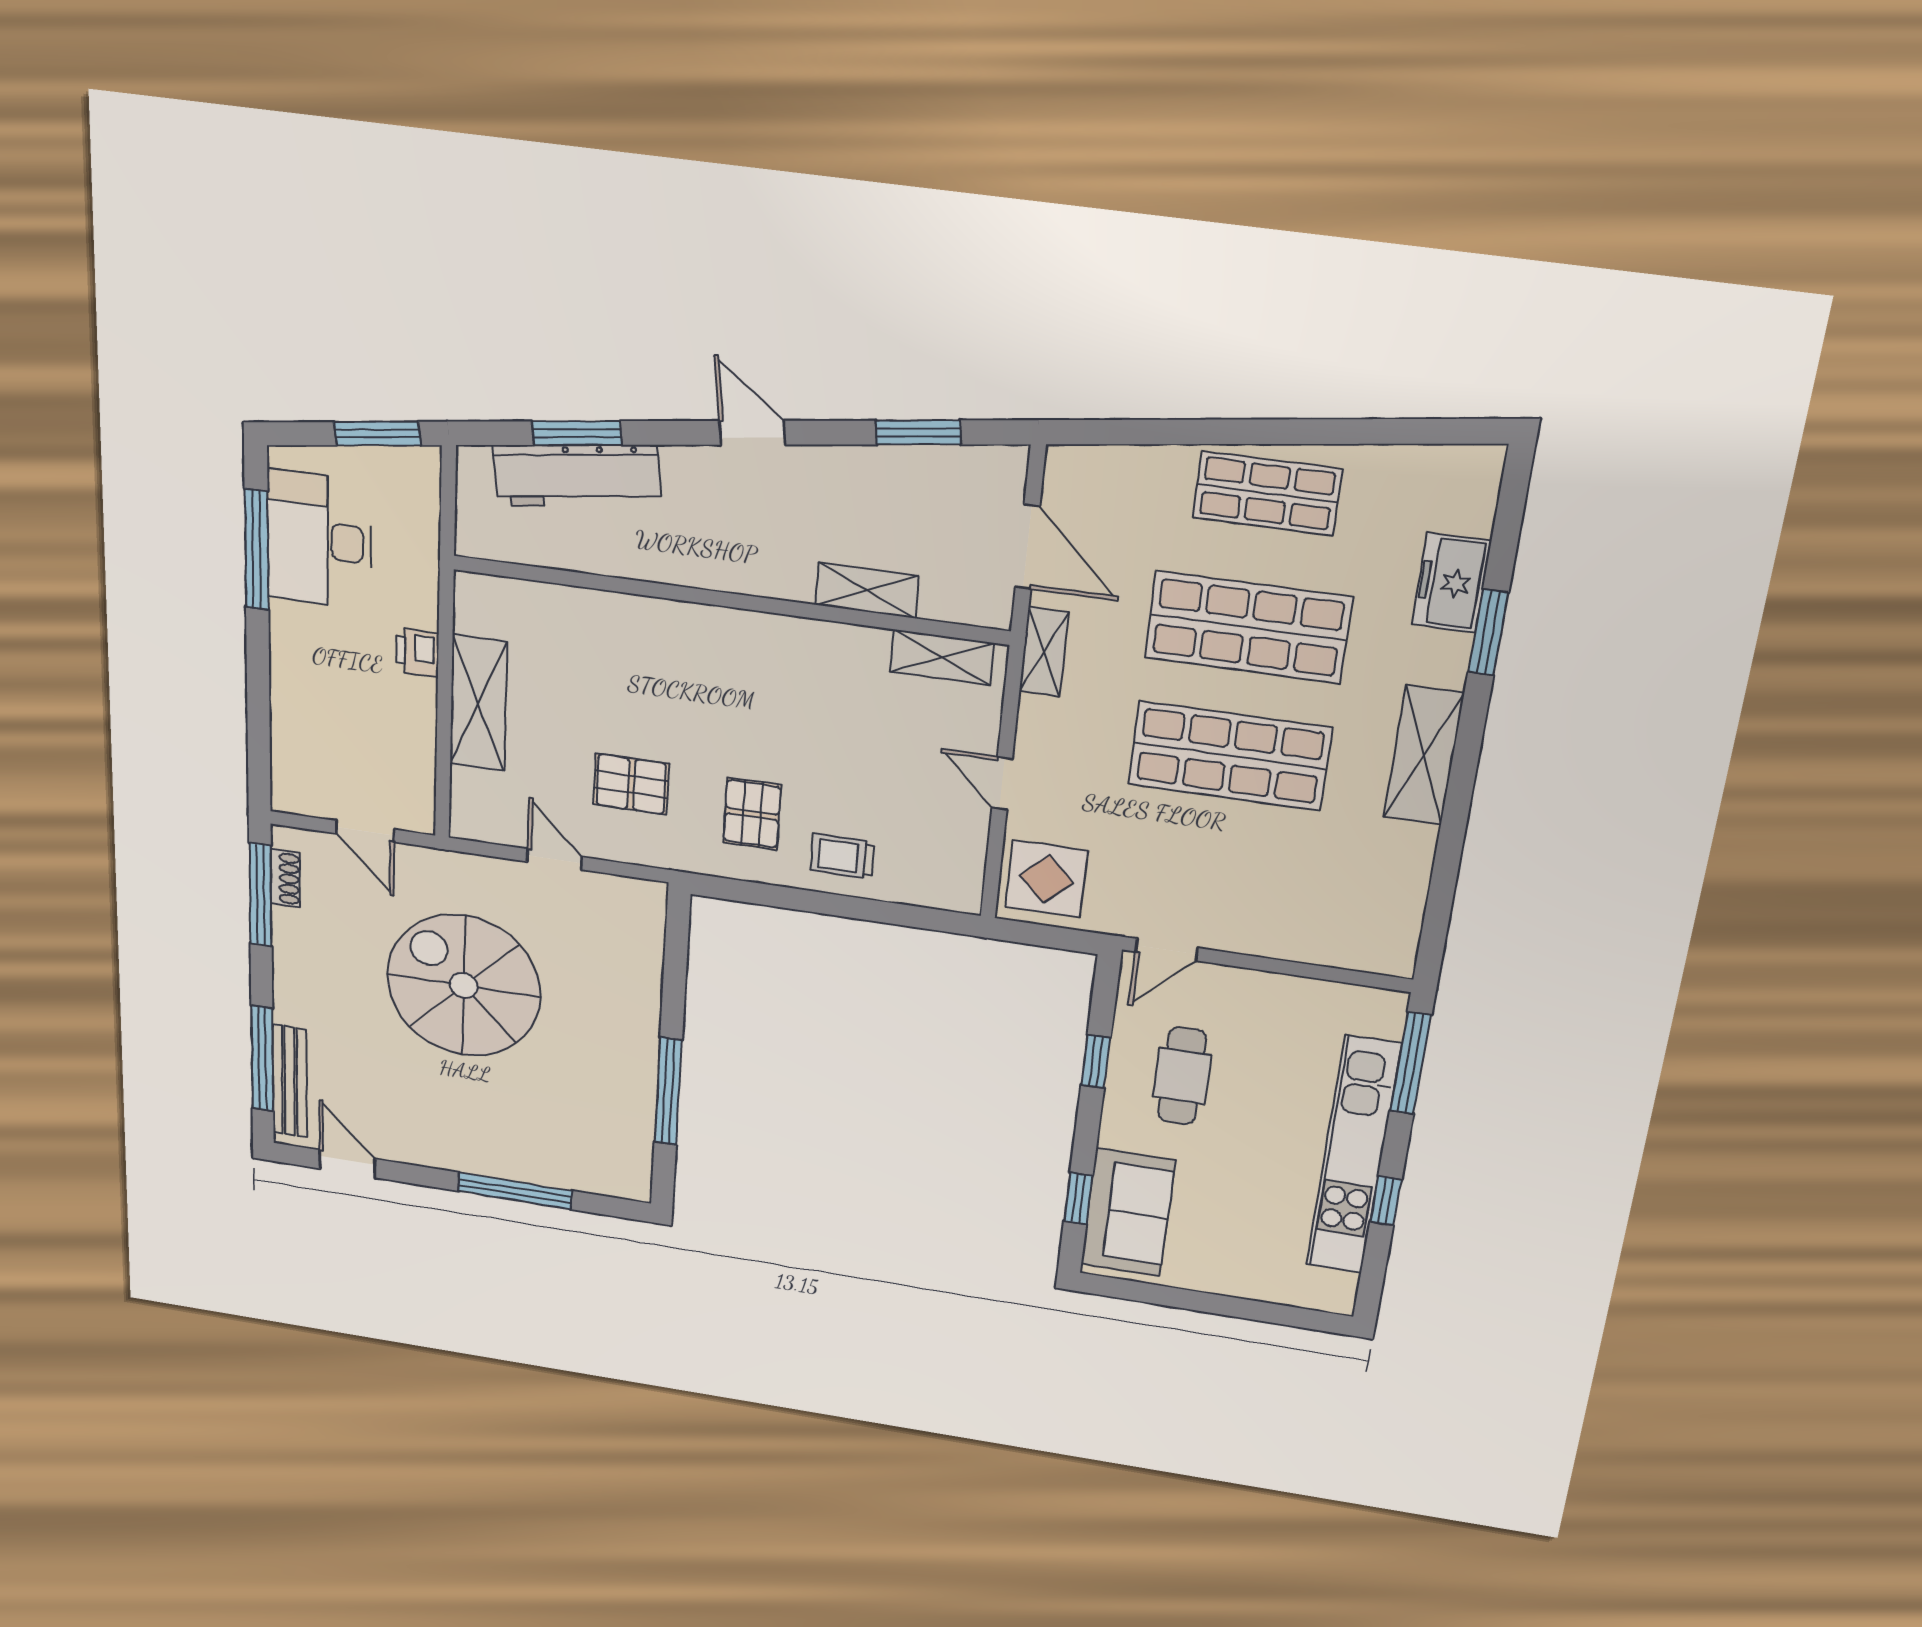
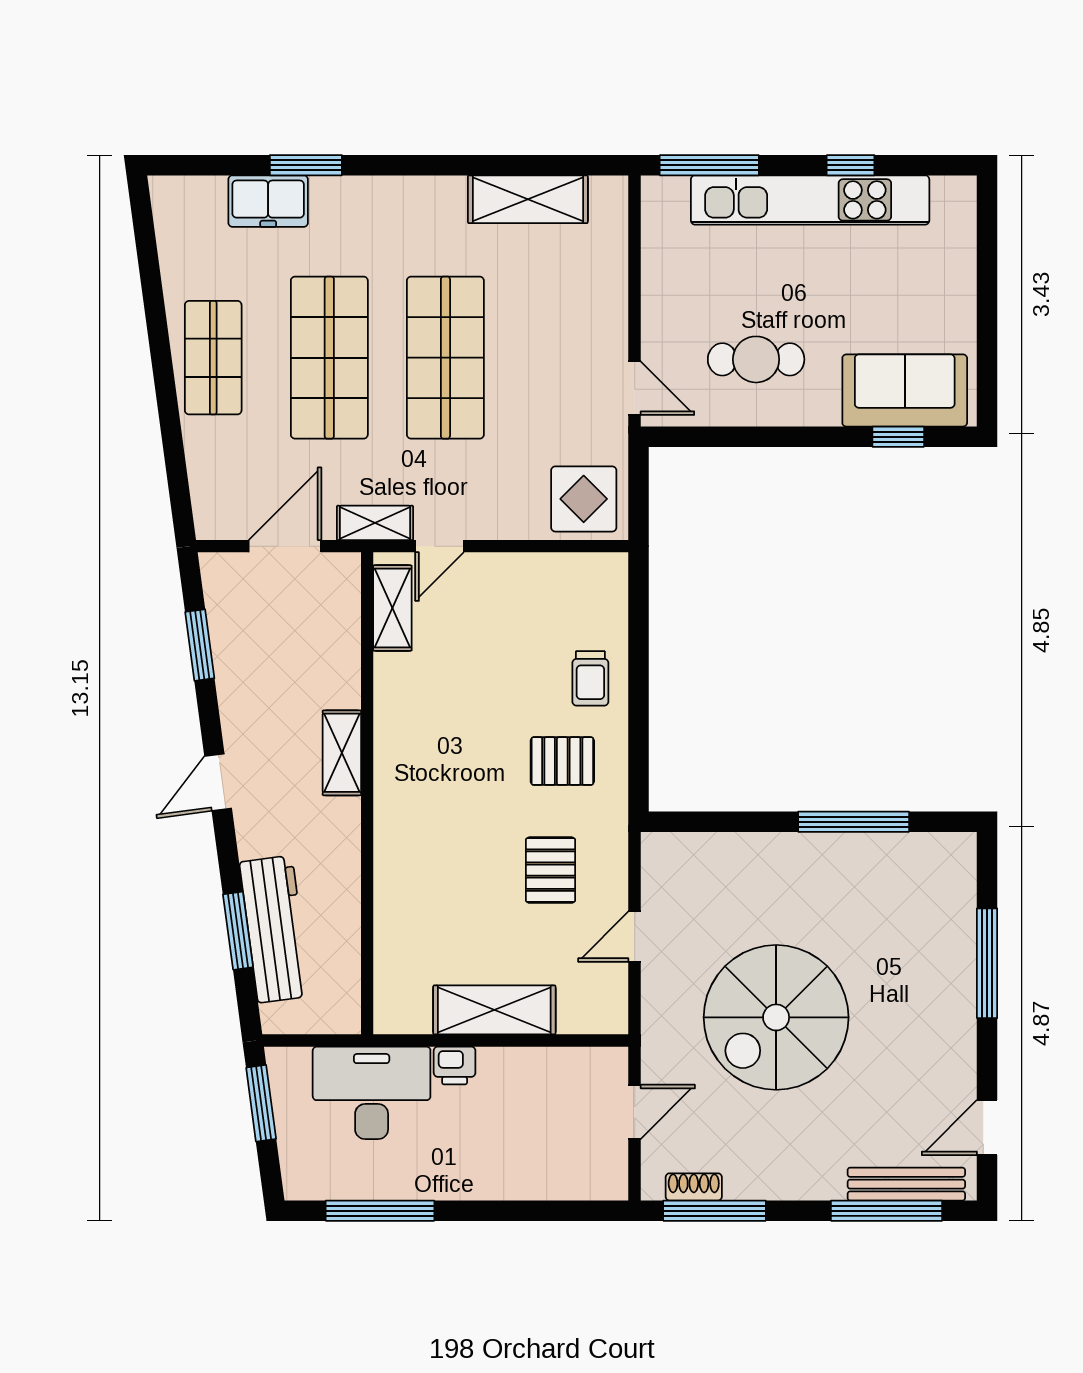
desk: (319, 540) -> (372, 1093), moved, turned 180
shelving: (867, 590) -> (342, 753), moved
shelving: (1424, 755) -> (528, 199), moved
door: (1002, 783) -> (440, 546), moved
window: (1096, 1062) -> (755, 437), removed

